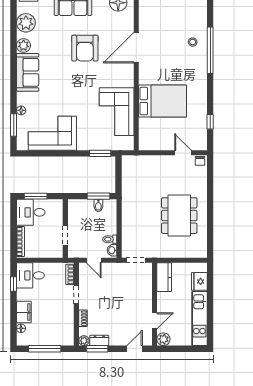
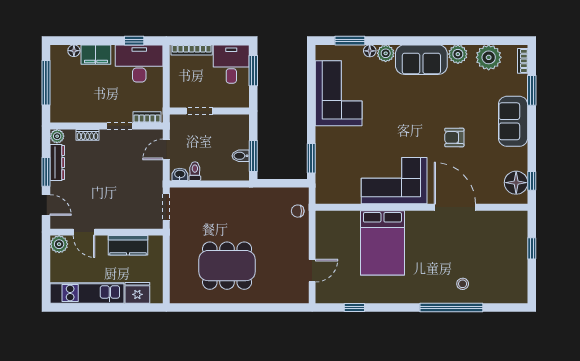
armchair: (85, 48) -> (454, 137), width x0.53, depth x0.53
plant: (23, 99) -> (386, 53), added
corner sofa: (117, 112) -> (394, 181), moved
chair: (200, 161) -> (298, 211), moved
desk: (30, 275) -> (139, 63), width x1.37
kitchen counter: (164, 277) -> (128, 245), moved
dresser: (99, 340) -> (57, 163), width x1.44
window: (97, 349) -> (46, 172), moved

